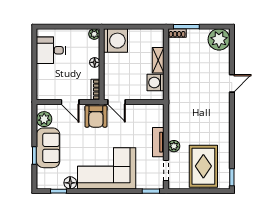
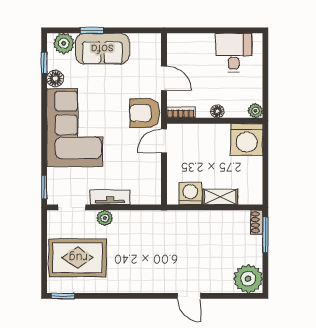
door: (70, 102) -> (164, 78), swing flipped
plant: (44, 119) -> (64, 43), moved

